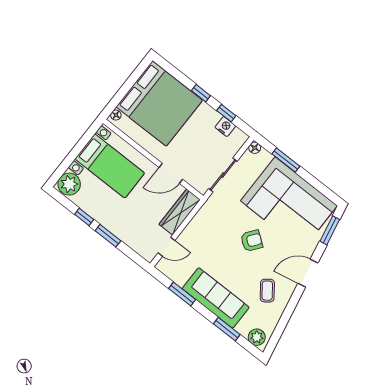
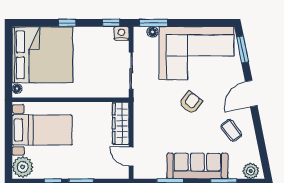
window: (226, 113) -> (111, 23), moved
nightstand: (225, 127) -> (122, 33), moved
floor lamp: (255, 148) -> (153, 32), moved
window: (286, 160) -> (153, 23), moved
door: (171, 173) -> (92, 100), removed
door: (167, 247) -> (131, 156), swing flipped

